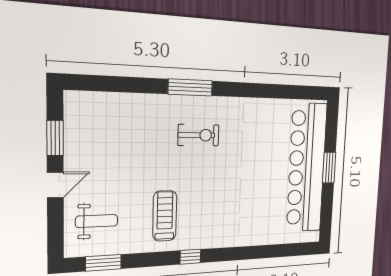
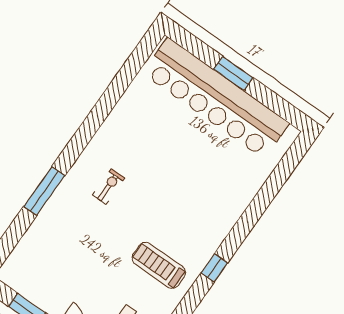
window: (190, 87) -> (44, 191), moved
exercise bike: (198, 135) -> (109, 186), width x0.73, depth x0.72

